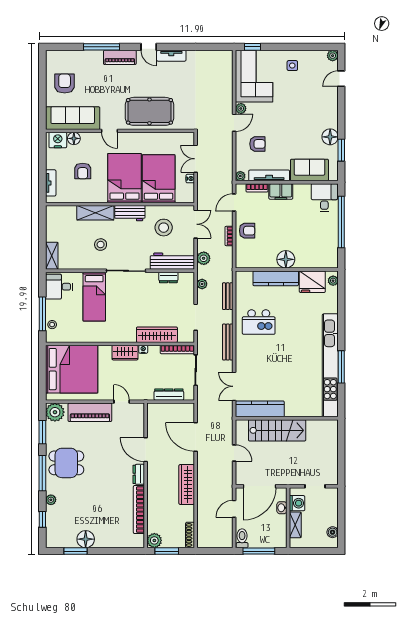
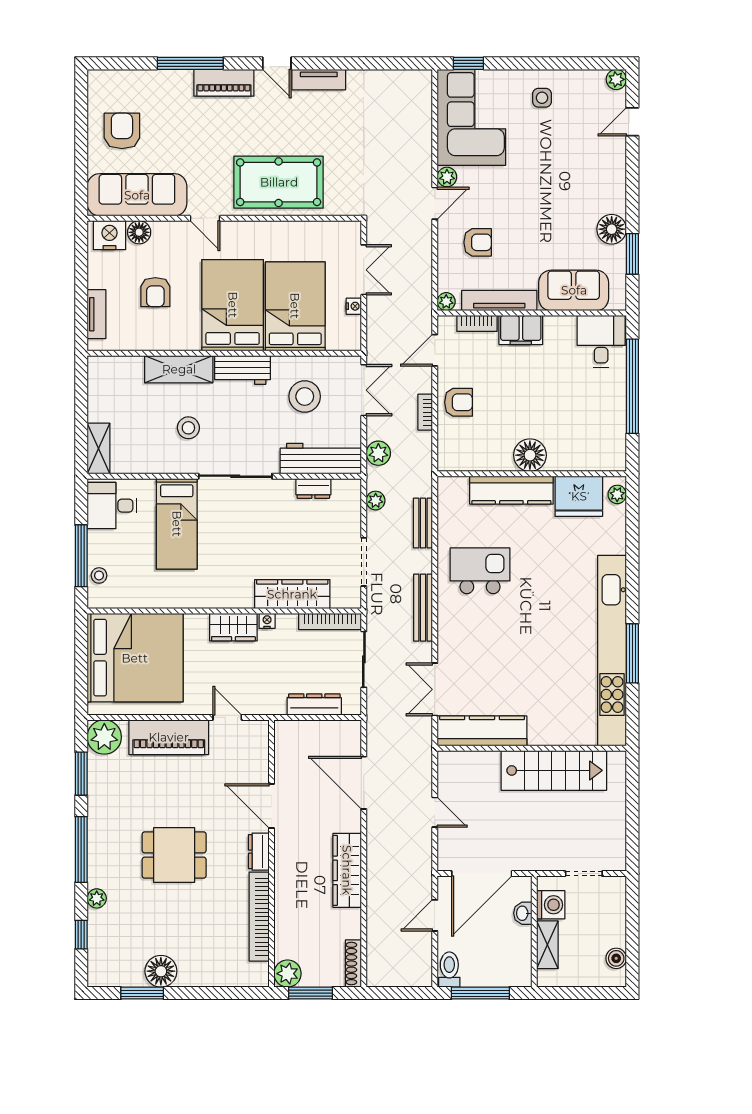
double door: (196, 159) -> (364, 270), swing flipped
kitchen island: (259, 322) -> (480, 571), turned 180
stairs: (277, 430) -> (554, 770), moved
dining table: (66, 463) -> (174, 855), moved

